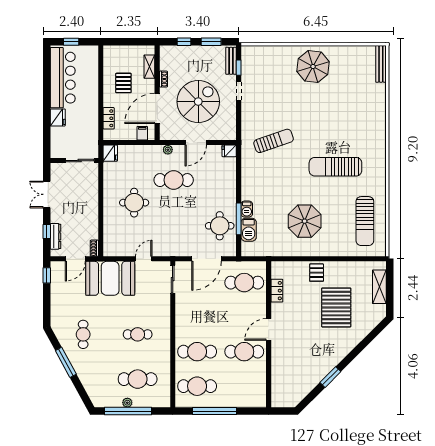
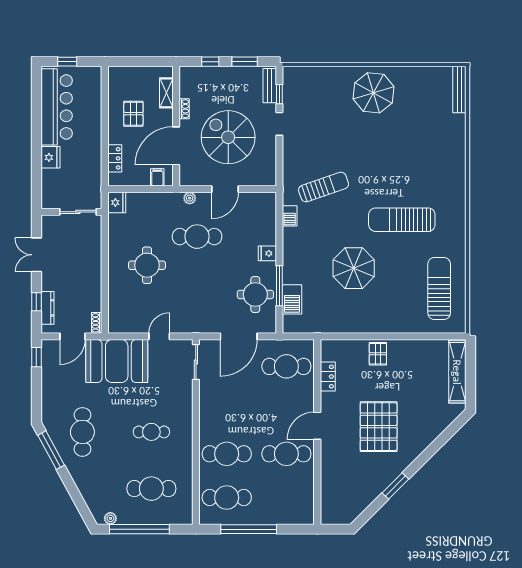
spiral stairs: (198, 102) -> (228, 137), turned -90
fridge: (229, 151) -> (267, 253), moved
barbecue: (247, 209) -> (290, 216), moved
parasol: (305, 221) -> (354, 268), moved
sun lounger: (365, 221) -> (439, 288), turned 180
shelving: (379, 287) -> (457, 372), width x1.47
pallet: (336, 307) -> (379, 427), moved
cafe table: (83, 334) -> (82, 432), width x1.37, depth x1.35
window: (66, 362) -> (51, 450), moved
plant: (127, 403) -> (110, 518), moved

